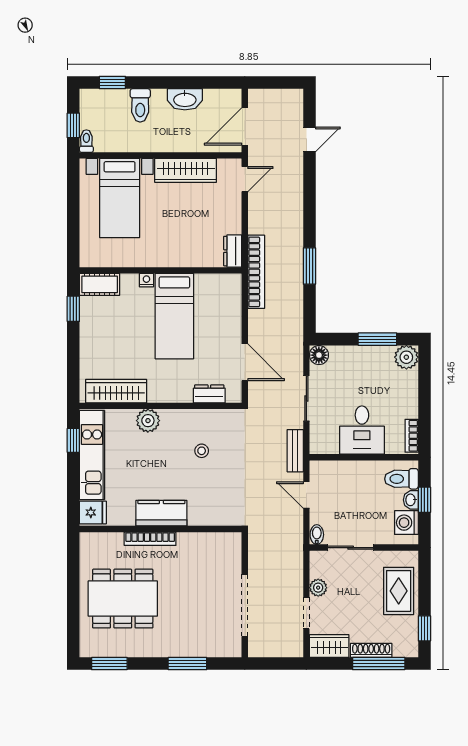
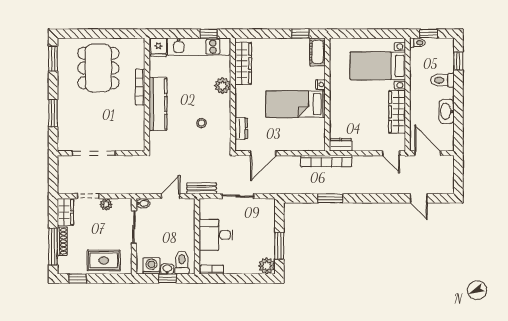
floor lamp: (319, 355) -> (268, 205), removed
kitchen counter: (161, 513) -> (158, 104), width x1.50

